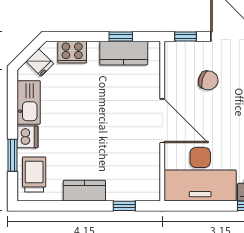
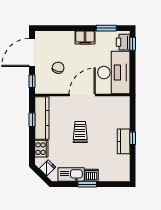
kitchen counter: (124, 53) -> (42, 118), width x1.50
window: (12, 155) -> (87, 184), moved
trolley: (34, 174) -> (80, 132), moved, turned 90
window: (124, 206) -> (133, 138), moved

